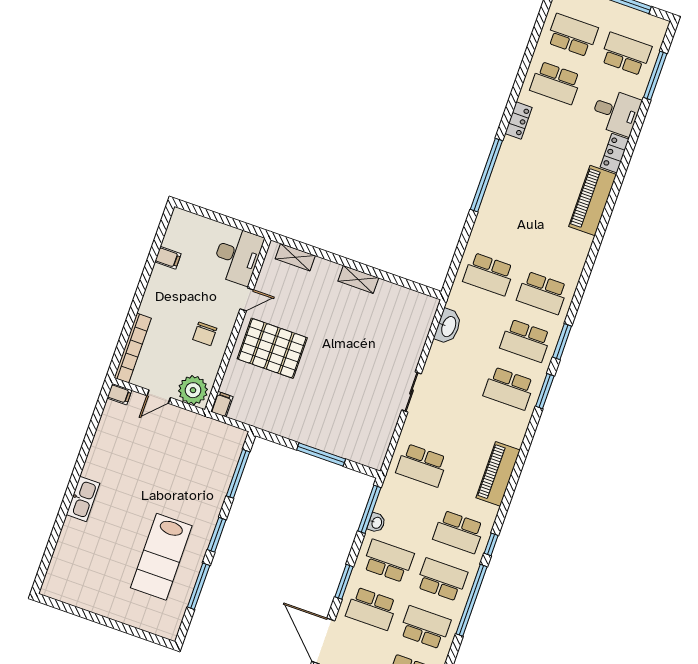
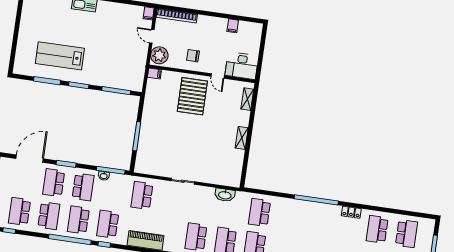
school desk: (442, 580) -> (78, 220), turned 180

